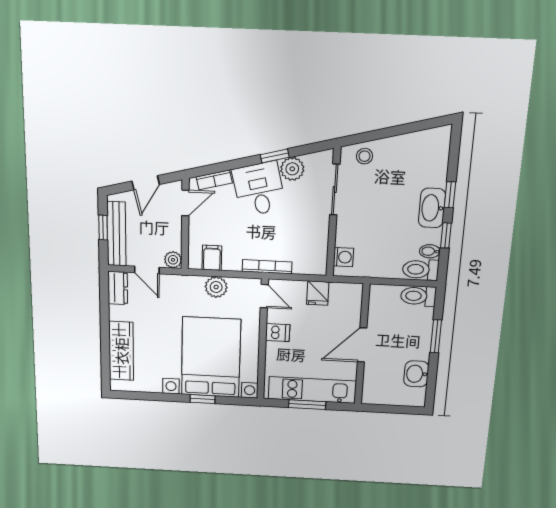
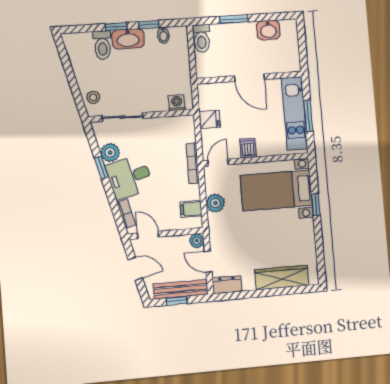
door: (147, 270) -> (208, 262), swing flipped
toilet: (421, 270) -> (102, 45), moved
bed with nightstands: (211, 357) -> (276, 190), width x0.73

